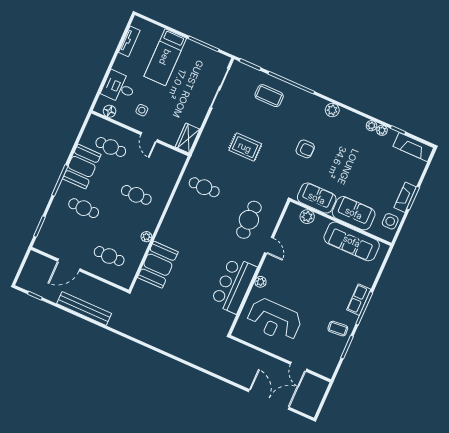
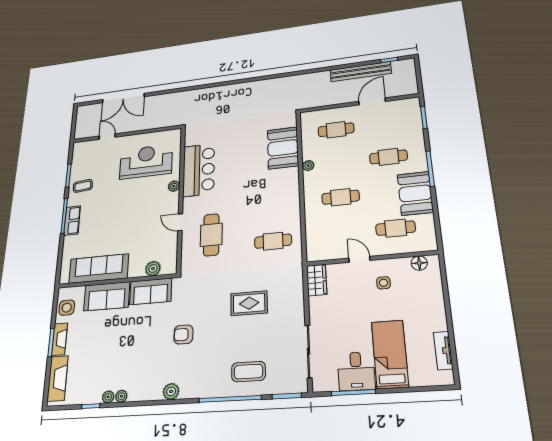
desk: (119, 87) -> (356, 371), moved, turned 90
fireplace: (413, 147) -> (58, 378), moved, turned 90
bench: (84, 308) -> (361, 72), moved

